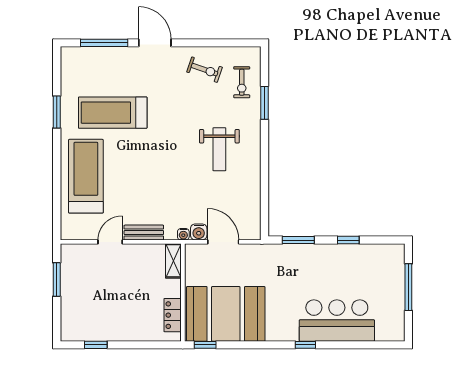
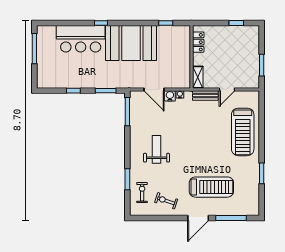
door: (155, 43) -> (198, 218), hinge flipped
treadmill: (113, 113) -> (211, 187), moved
window: (265, 208) -> (127, 112), added
shelving: (173, 261) -> (198, 77), moved
window: (408, 287) -> (34, 49), moved
wall: (183, 292) -> (192, 57), moved
booth: (226, 314) -> (131, 43), moved
locker: (173, 315) -> (198, 42), moved

